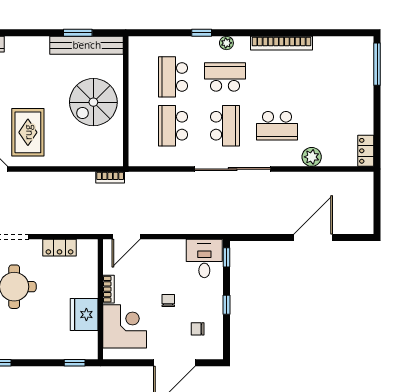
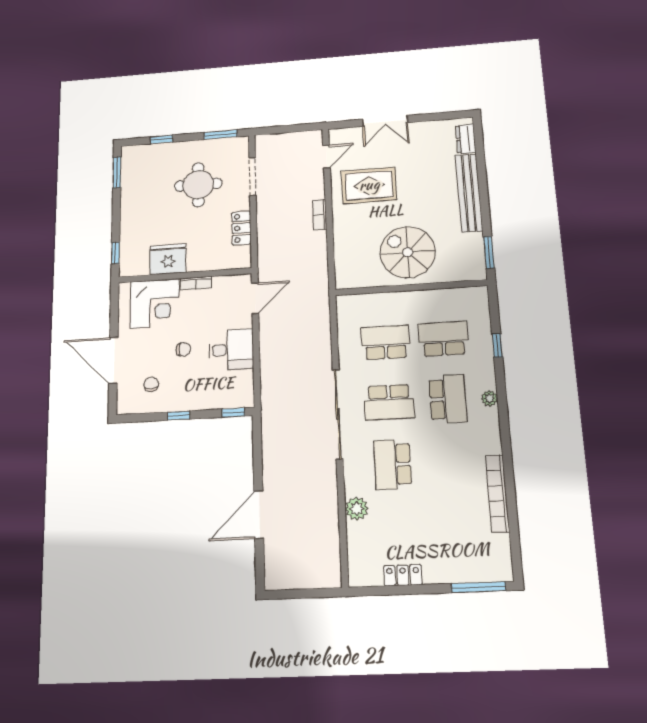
window: (78, 33) -> (489, 252), moved
window: (202, 33) -> (497, 346), moved
bookcase: (281, 43) -> (497, 493), moved
bench: (87, 45) -> (469, 193), moved
locker: (366, 151) -> (403, 575), moved
bookcase: (110, 177) -> (320, 215), moved
door: (126, 237) -> (255, 298), swing flipped
door: (313, 238) -> (259, 515), swing flipped
desk: (204, 259) -> (231, 350), moved

